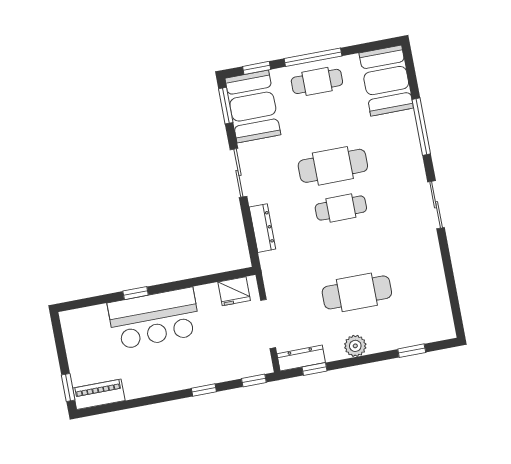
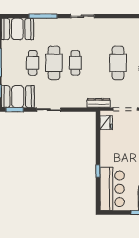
cafe table: (317, 81) -> (33, 63), moved
dresser: (262, 228) -> (99, 103), moved
bar counter: (154, 319) -> (112, 189), moved

